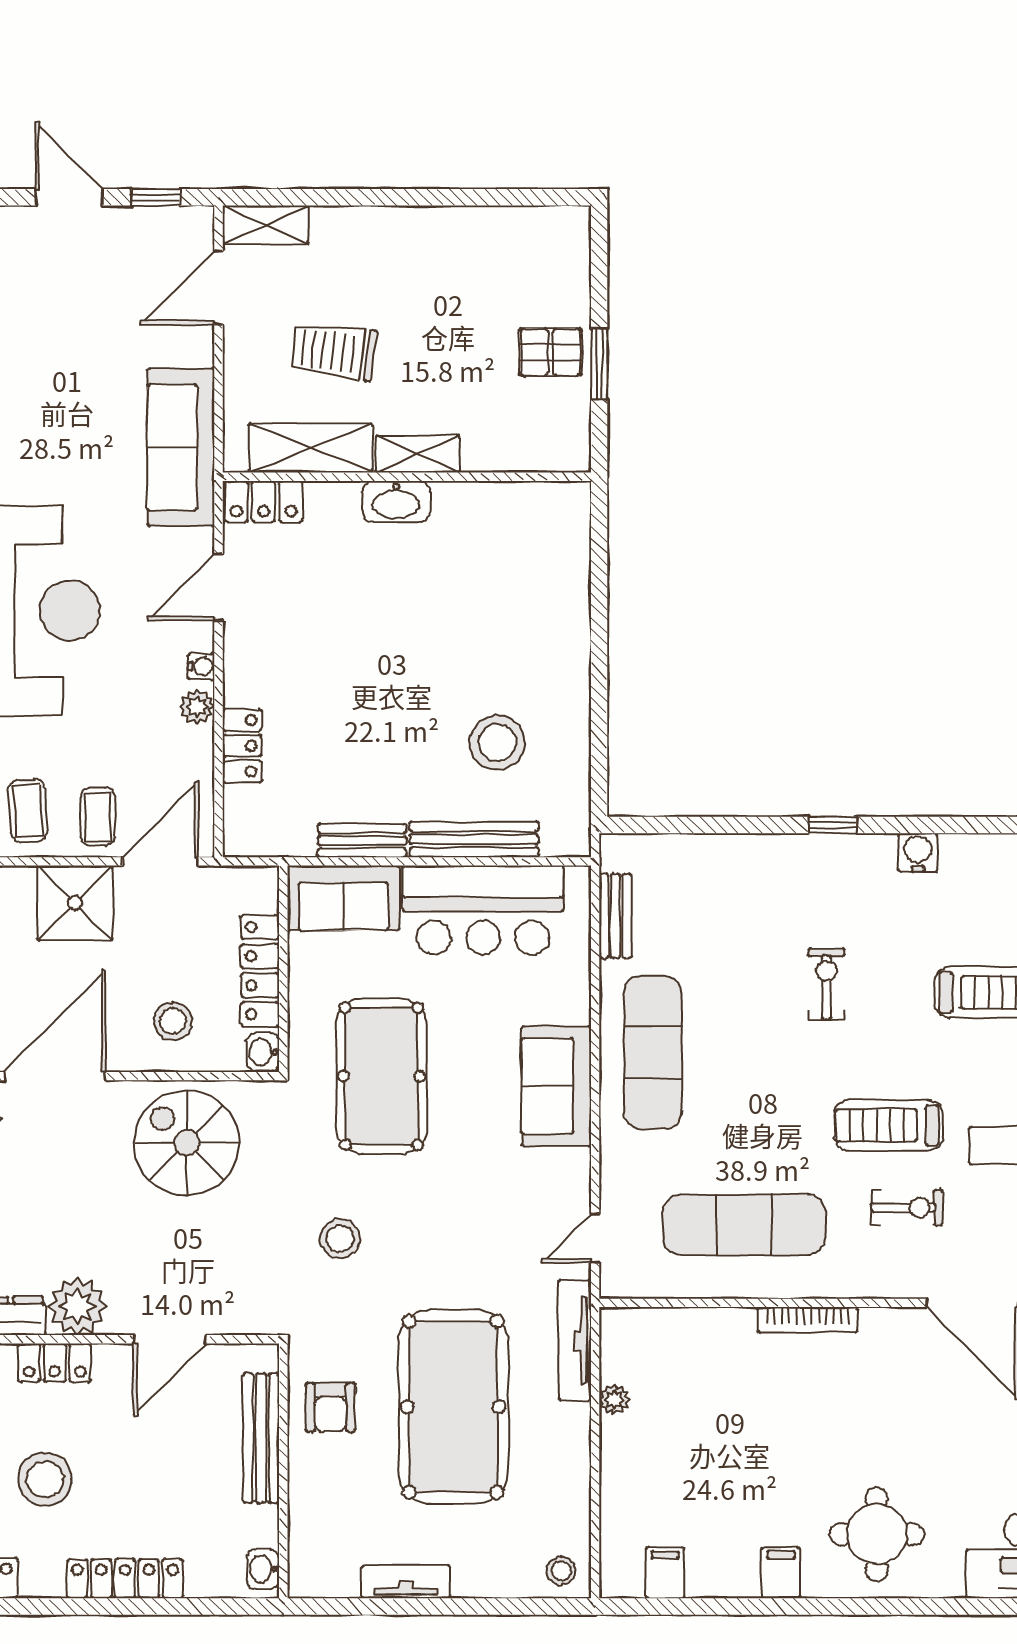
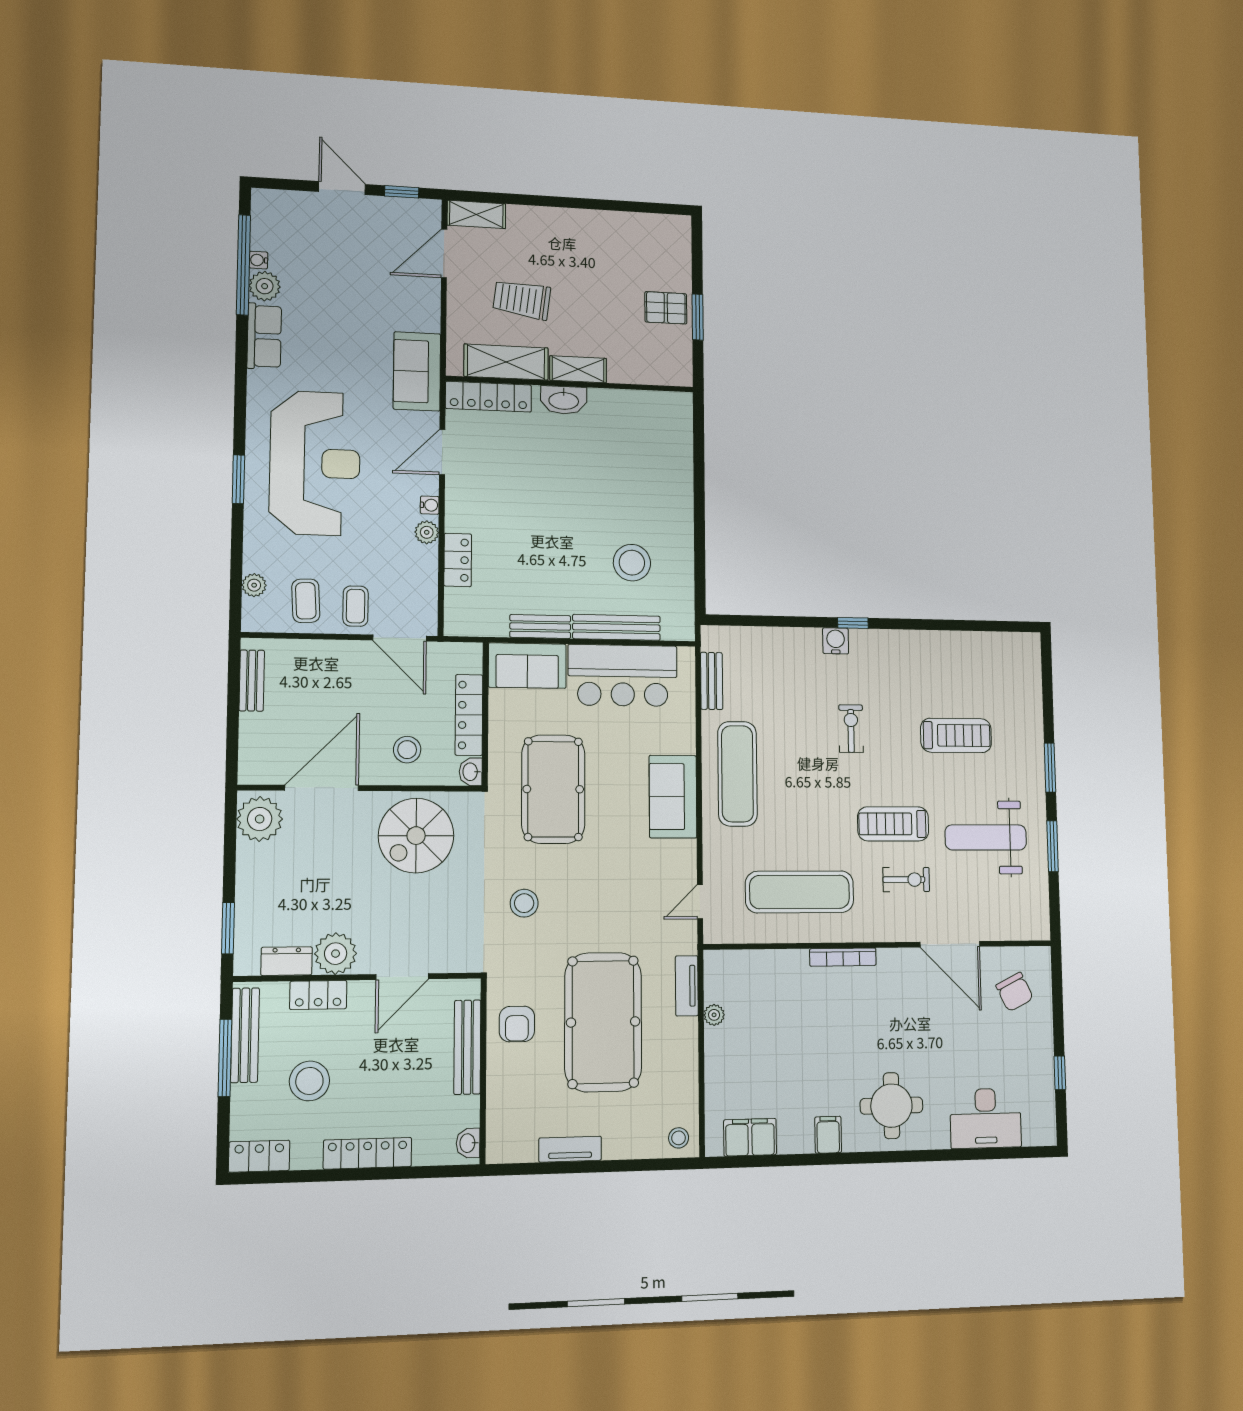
sofa: (181, 447) -> (417, 371), width x0.73
locker: (264, 502) -> (489, 397), width x1.53
water cooler: (918, 853) -> (836, 641), moved
door: (160, 861) -> (400, 638), swing flipped
shower: (75, 903) -> (338, 666), removed
spiral stairs: (187, 1143) -> (416, 836), turned -90
tv unit: (575, 1340) -> (687, 986), width x0.71
filing cabinet: (665, 1573) -> (750, 1137), width x2.00

